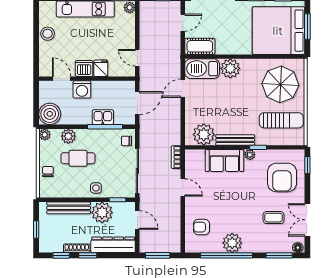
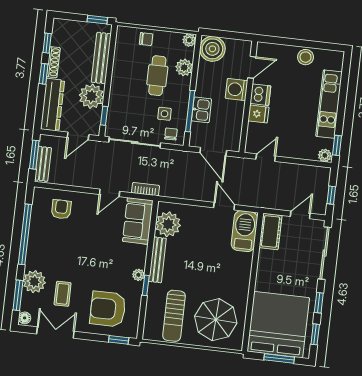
door: (183, 23) -> (300, 215), swing flipped
plant: (230, 68) -> (241, 264), removed
sofa: (224, 161) -> (138, 221), moved
side table: (96, 188) -> (165, 114), moved
window: (36, 229) -> (97, 20), moved
plant: (232, 243) -> (34, 282), moved
bench: (165, 247) -> (43, 164), added

